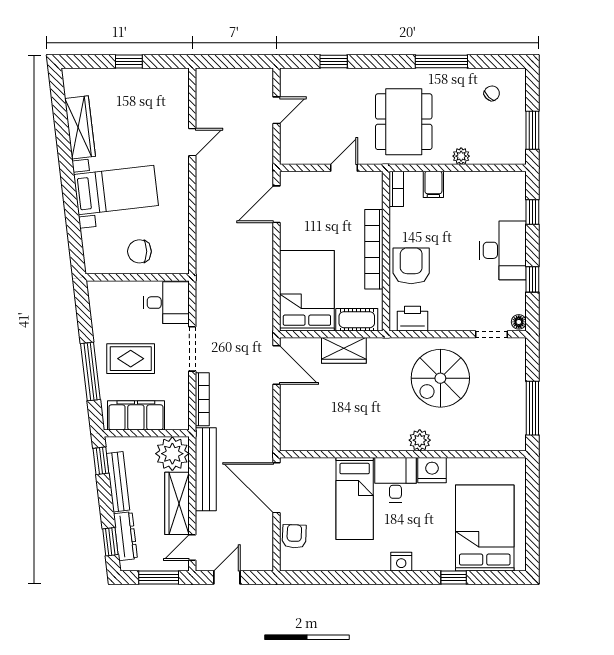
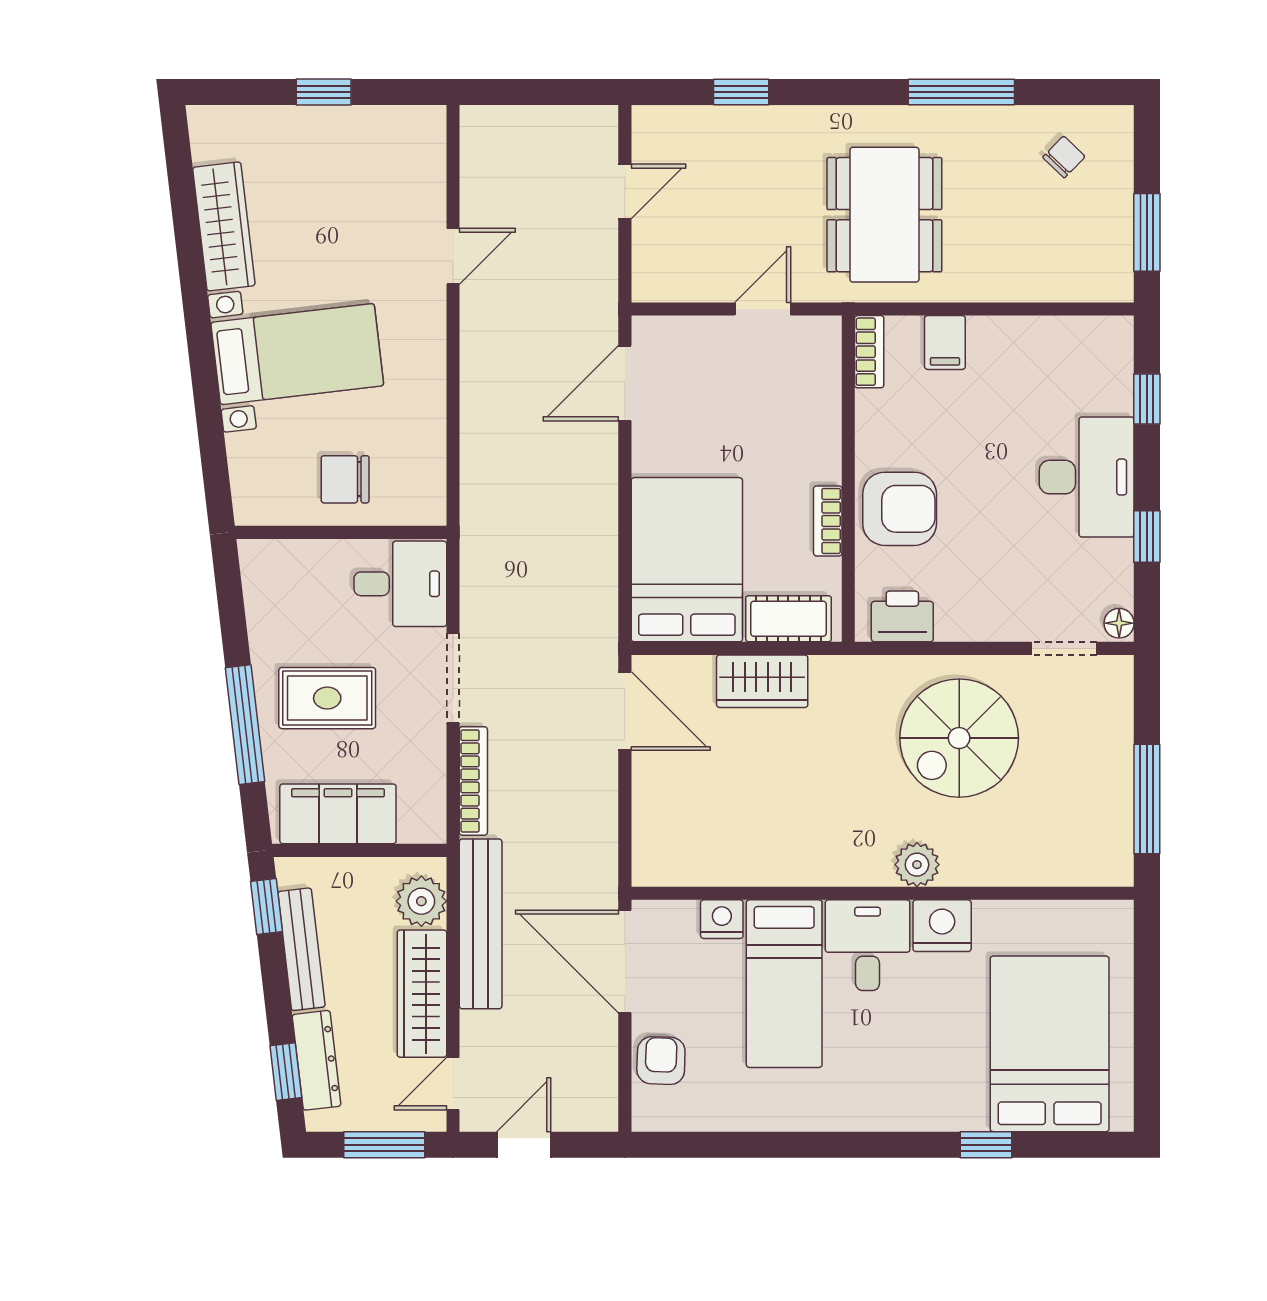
plant: (461, 156) -> (1001, 285), removed
bookcase: (374, 249) -> (828, 521), width x0.43, depth x0.76
armchair: (411, 266) -> (900, 509), turned 90
plant: (172, 454) -> (421, 901), width x0.73, depth x0.73
nightstand: (401, 562) -> (722, 919), moved, turned 180

